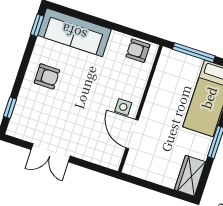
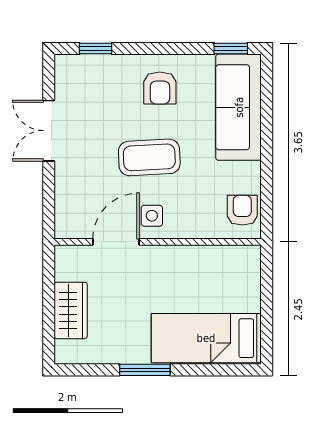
window: (194, 53) -> (267, 294), removed
coffee table: (87, 97) -> (149, 157), added
wardrobe: (190, 176) -> (71, 310), moved, turned 90

